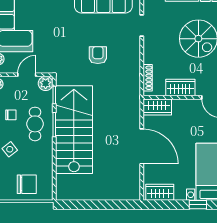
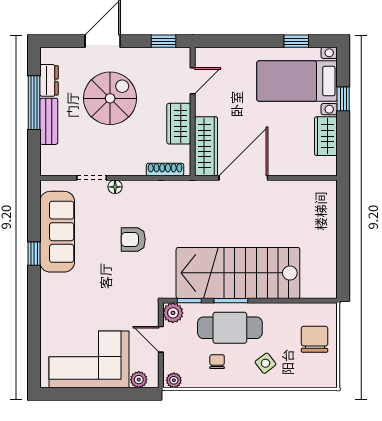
floor lamp: (135, 42) -> (115, 187), added
wardrobe: (157, 107) -> (206, 146), width x1.50
cafe table: (35, 124) -> (230, 328), width x1.37, depth x1.35
door: (142, 146) -> (243, 178), moved
wardrobe: (160, 192) -> (326, 136), moved

